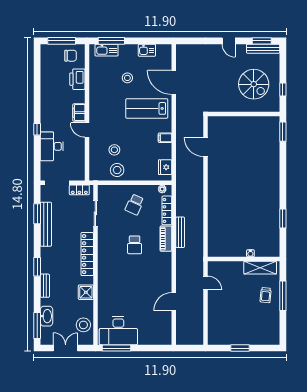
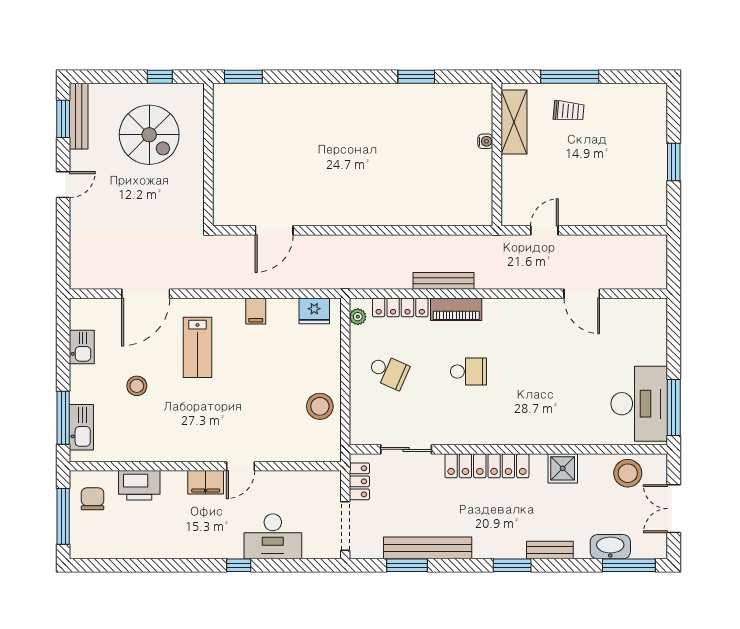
spiral stairs: (254, 84) -> (149, 135), turned 90
lab bench: (147, 108) -> (197, 347), width x0.73, depth x0.72
stool: (114, 150) -> (280, 412), removed

